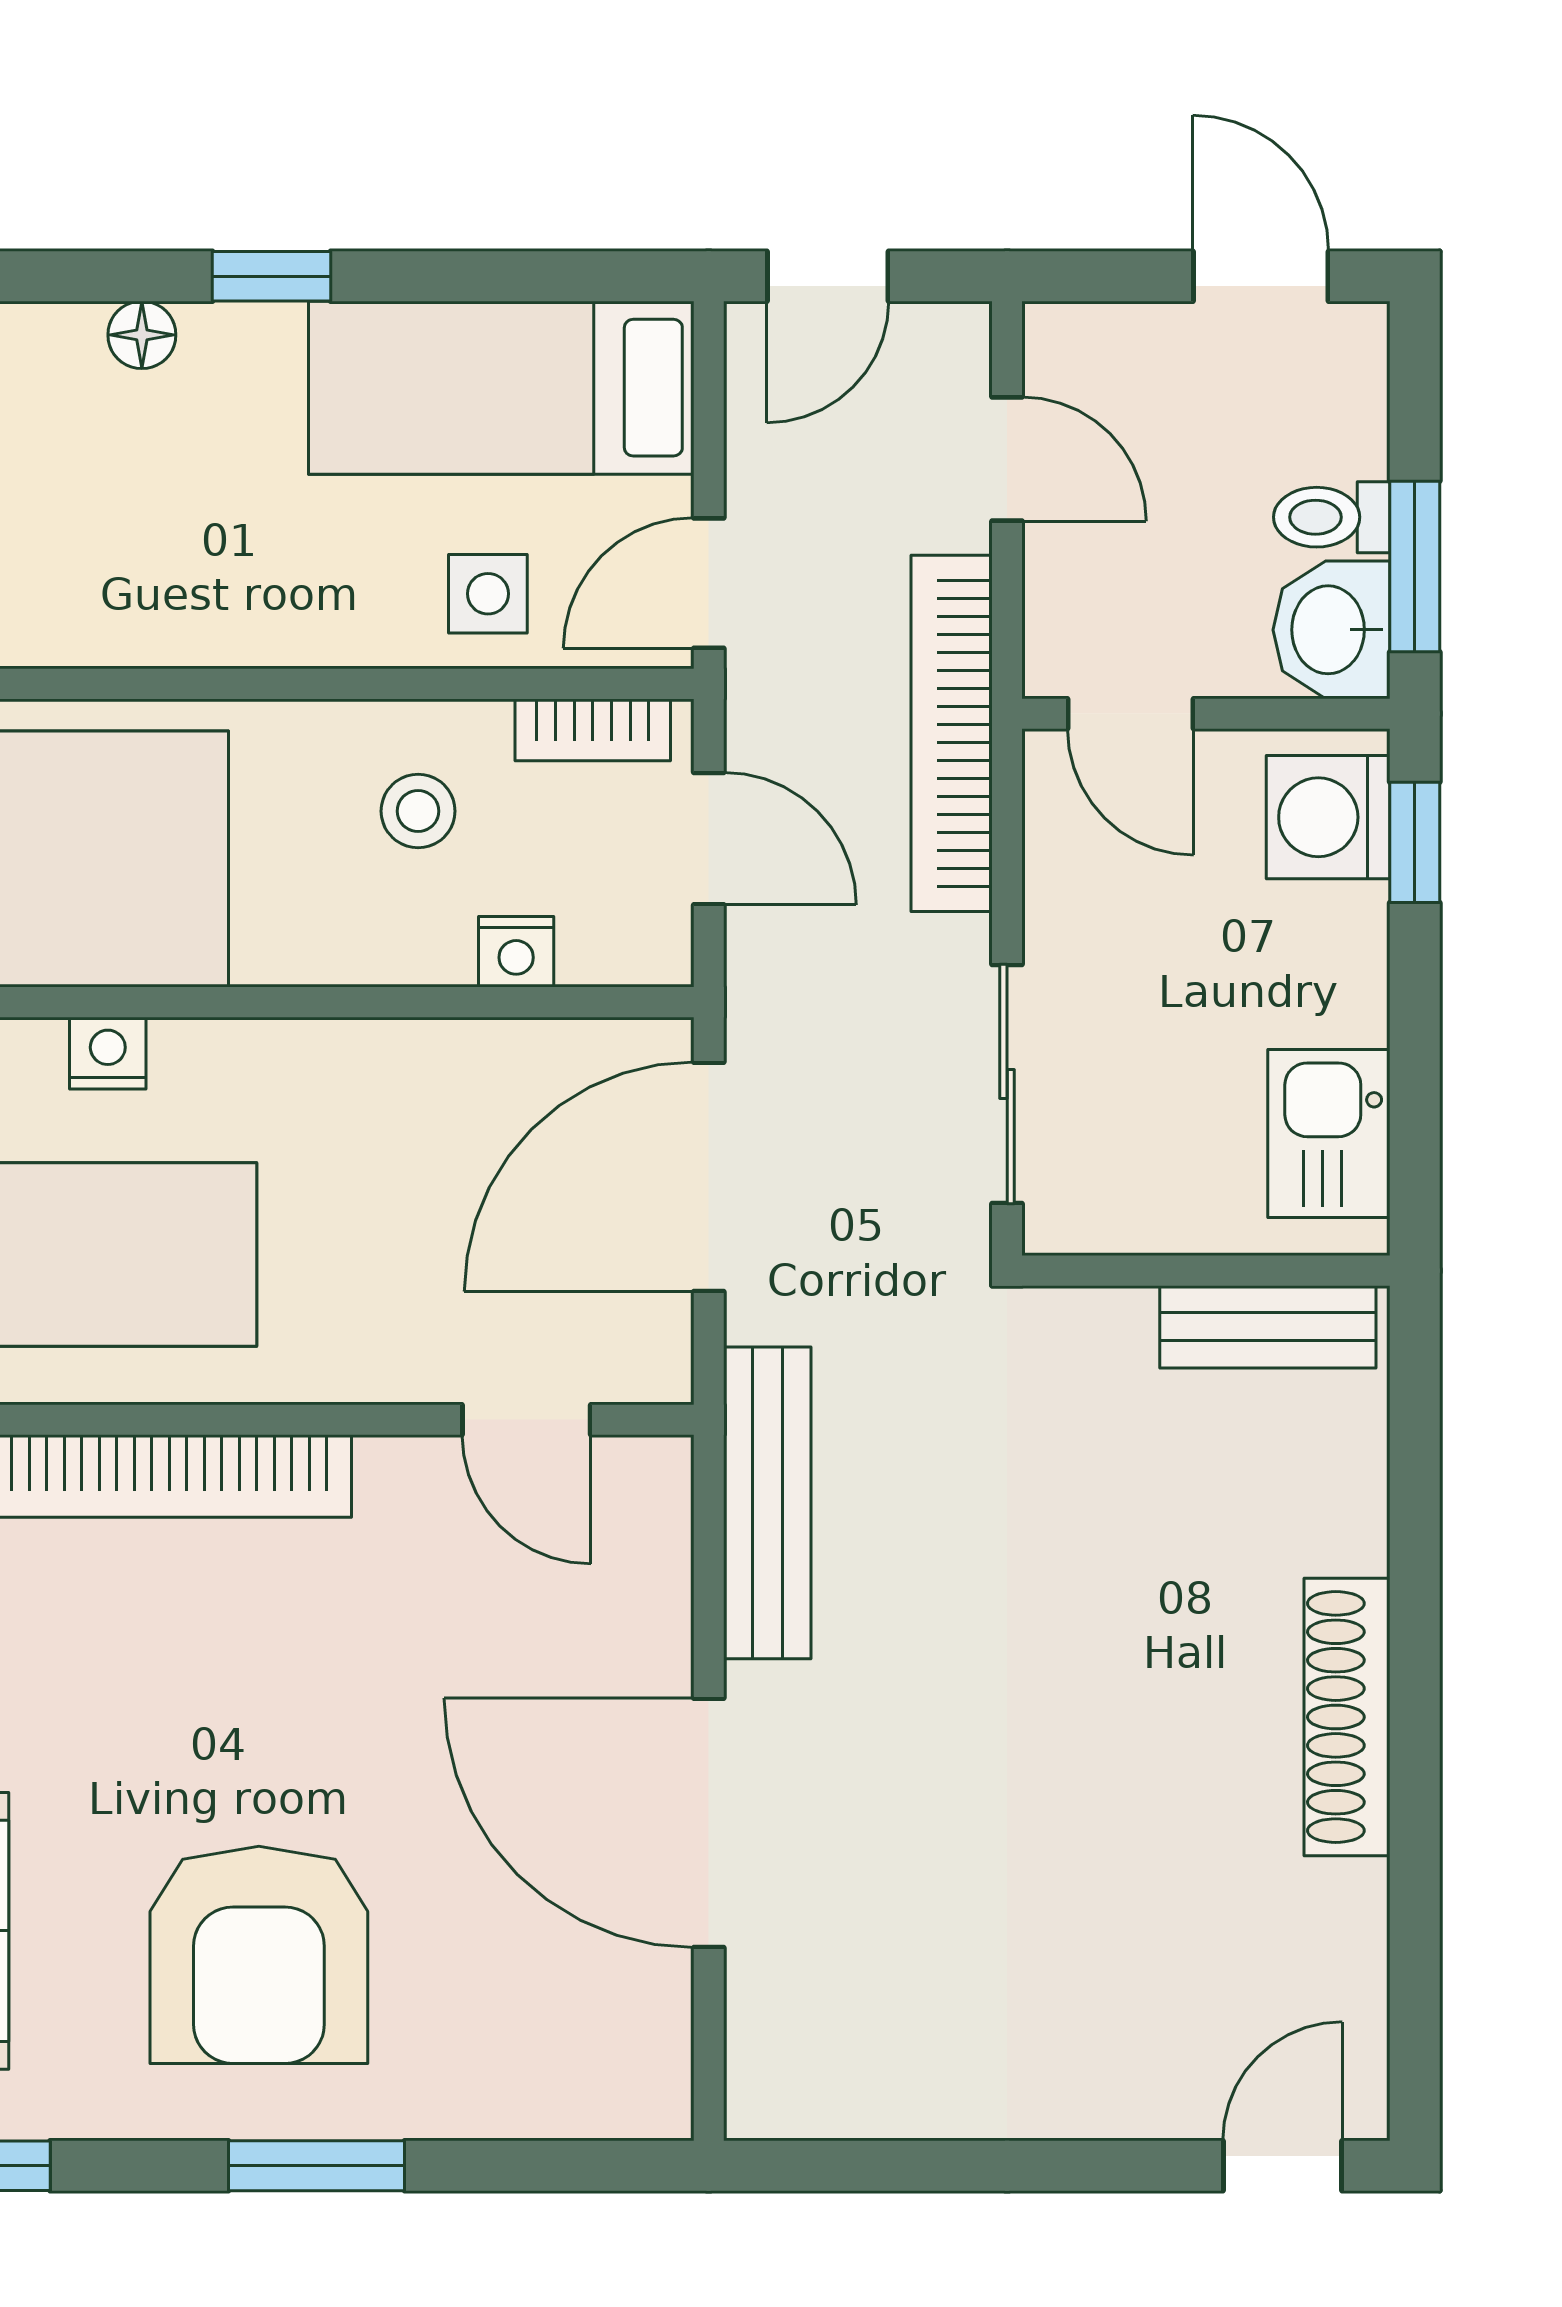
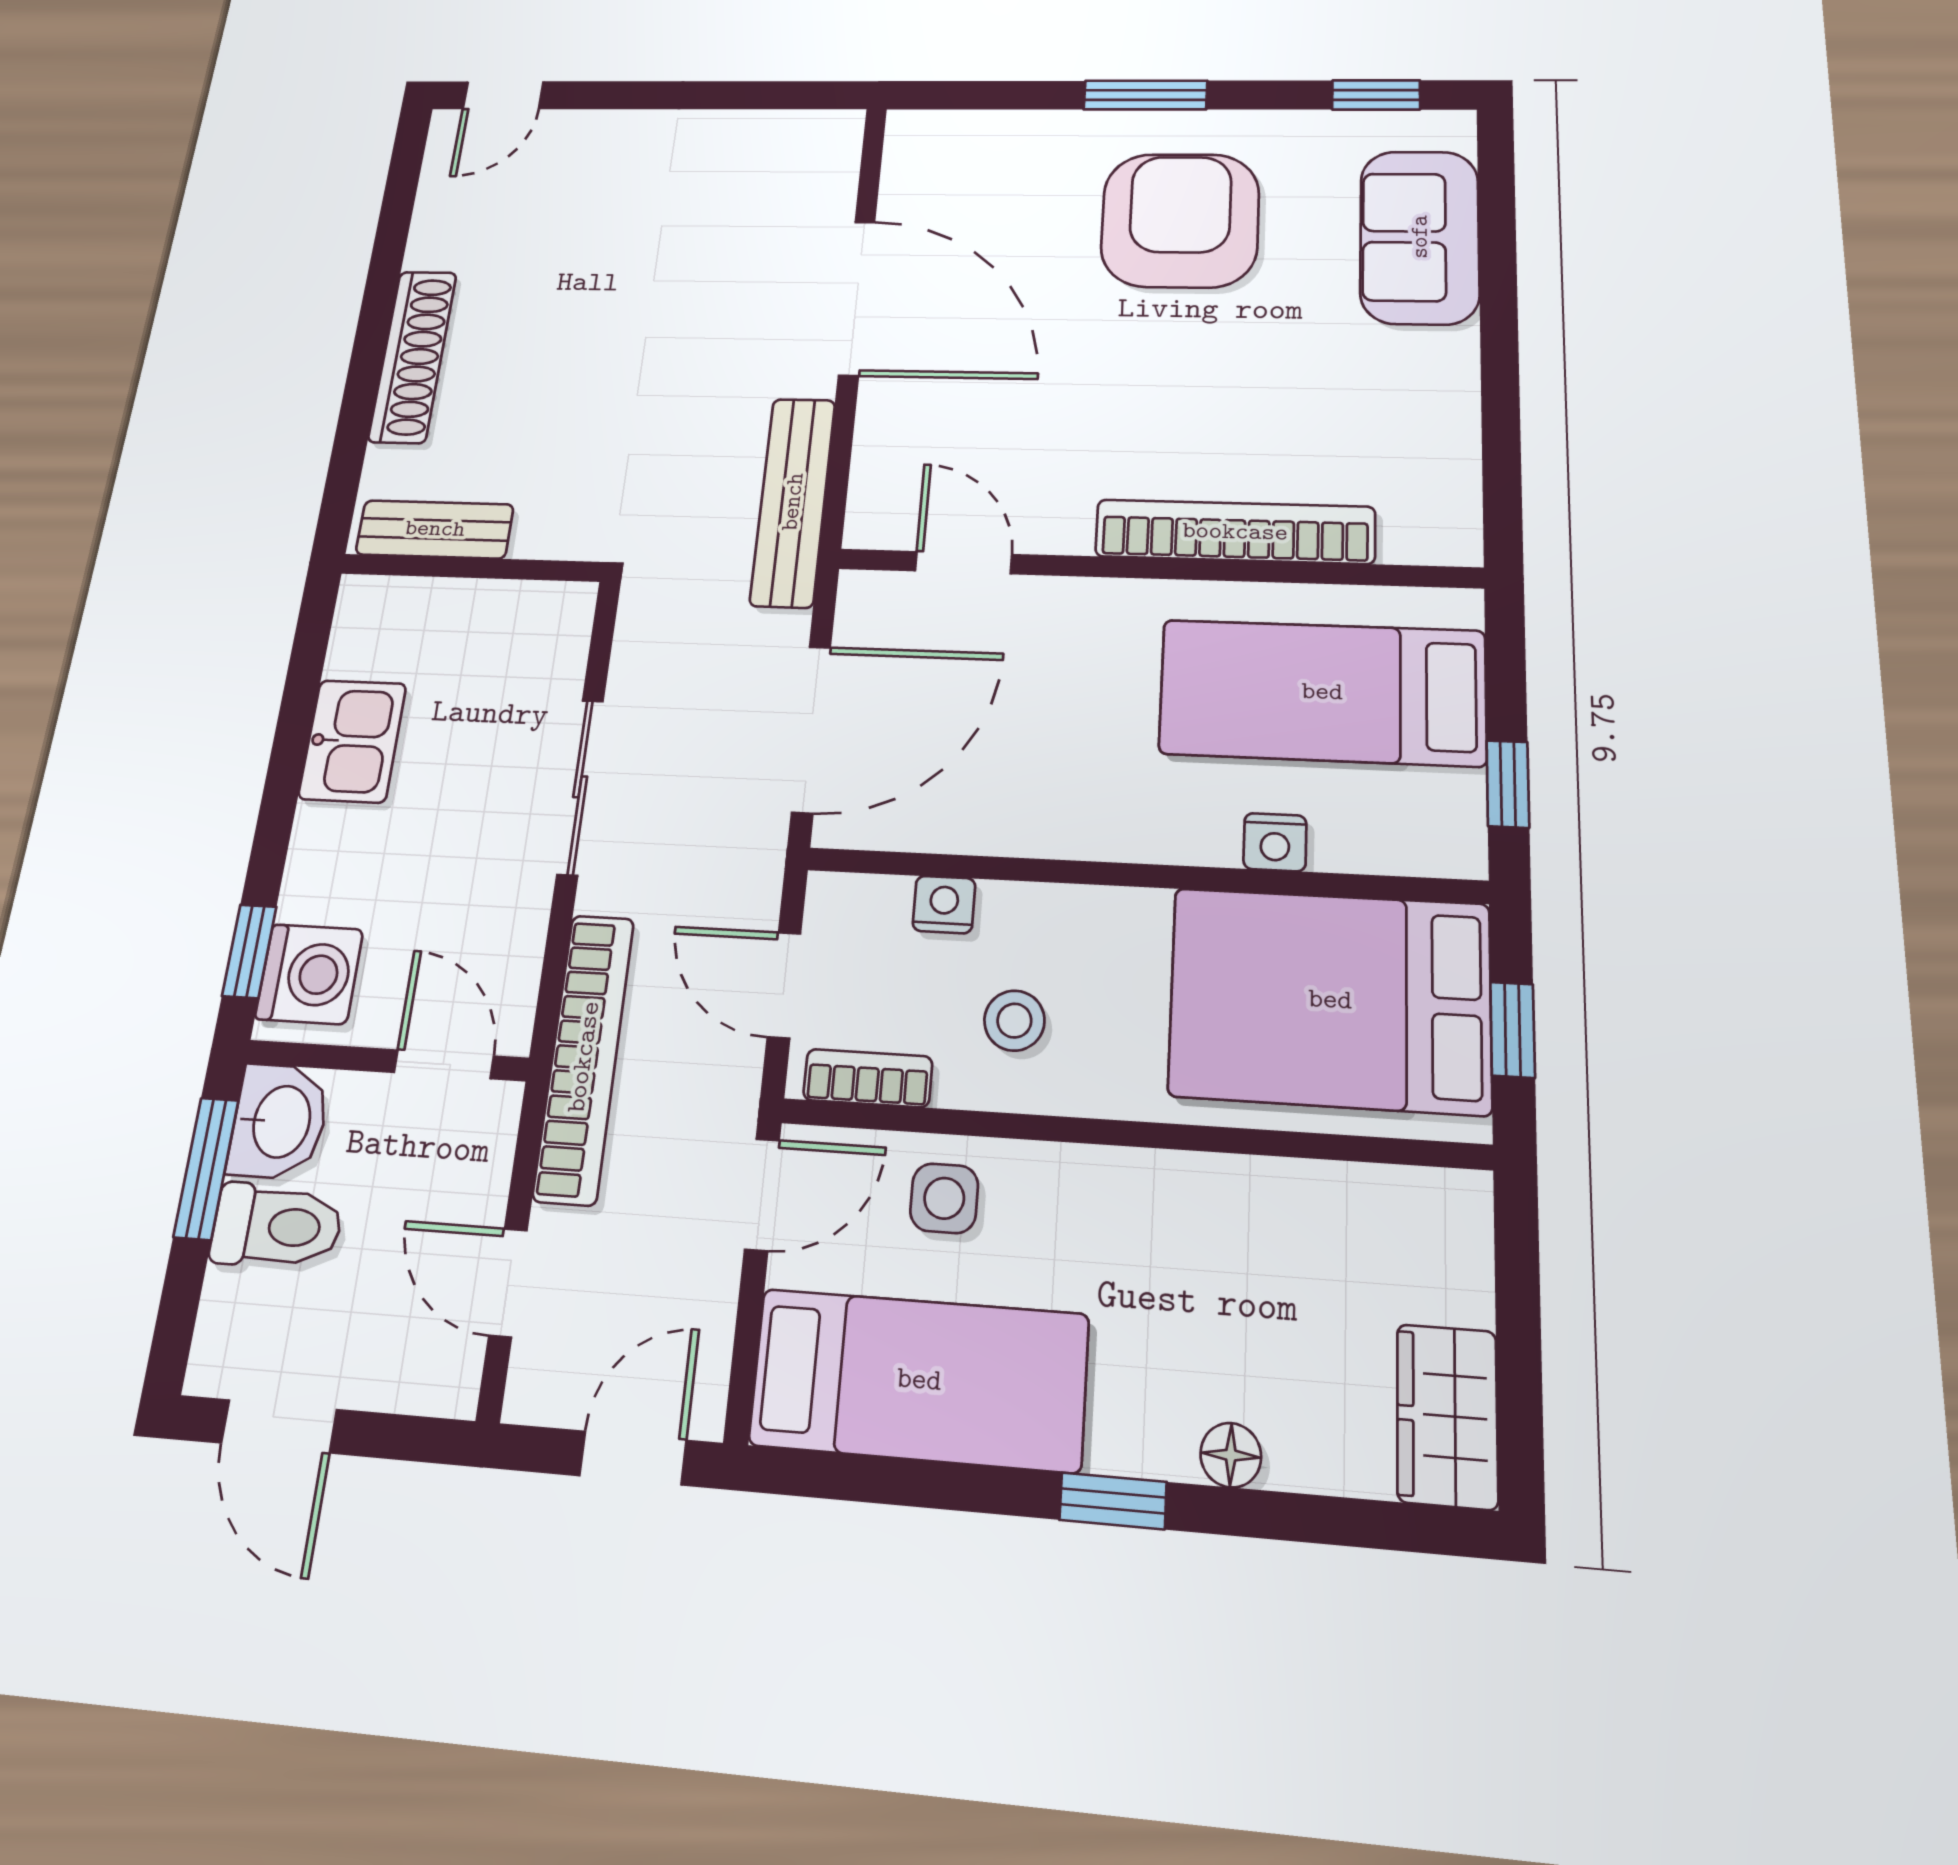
toilet: (1332, 517) -> (277, 1226), width x1.37, depth x1.39
wall: (1206, 1271) -> (471, 568), moved
bench: (1268, 1327) -> (435, 529), moved

